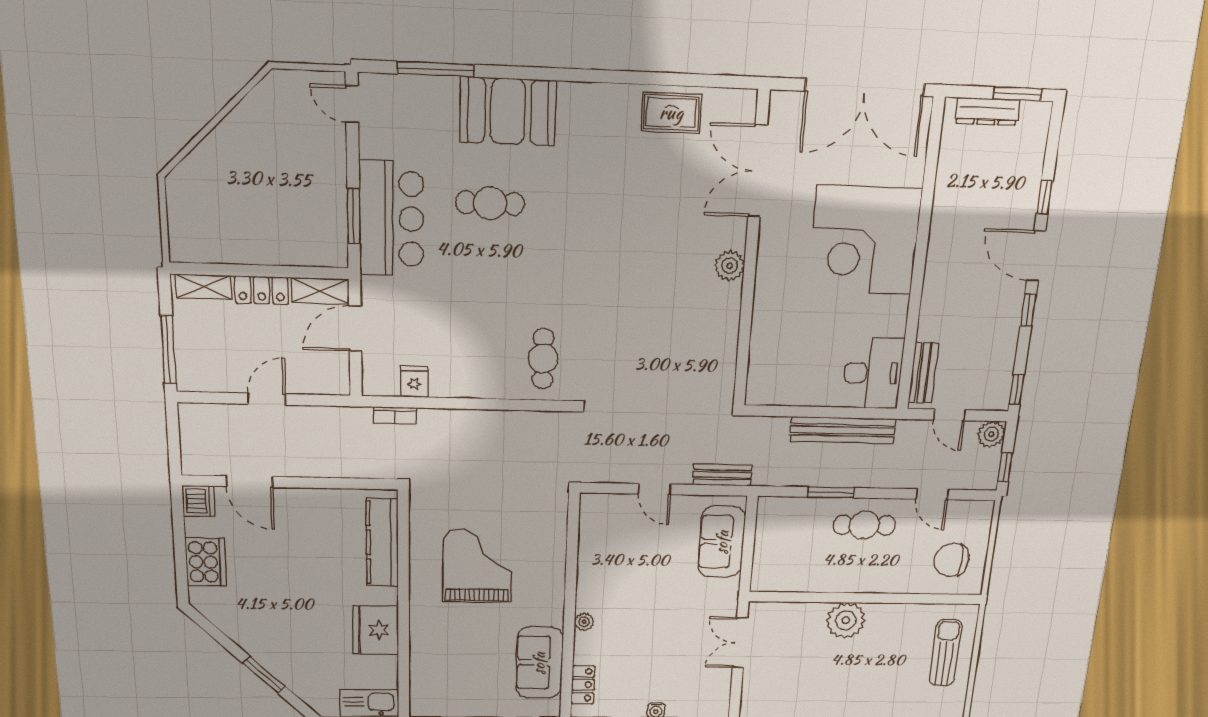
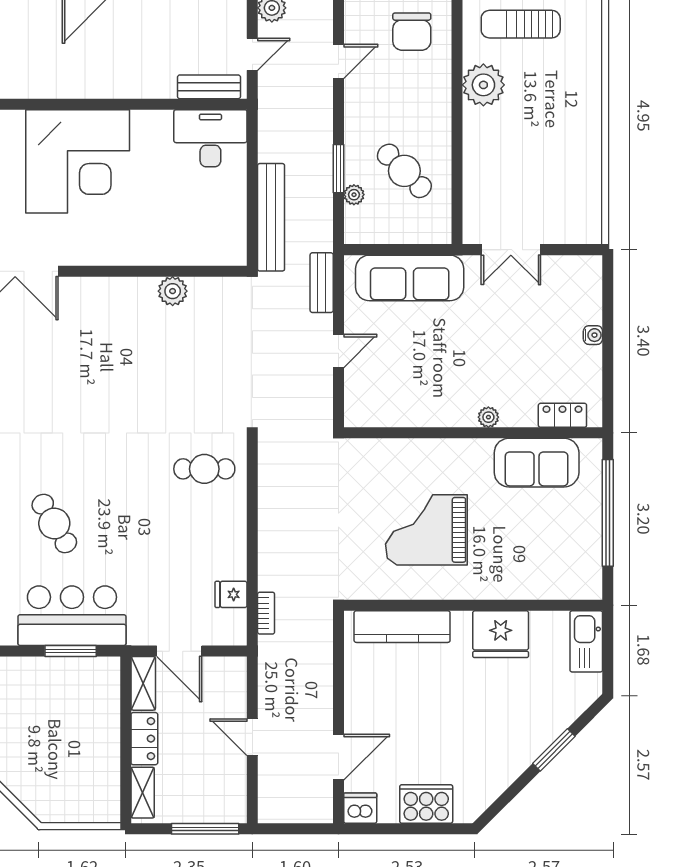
cafe table: (490, 203) -> (54, 524), turned -31
plant: (730, 266) -> (173, 291), moved
bench: (843, 430) -> (271, 217), moved
plant: (804, 506) -> (354, 195), added
cafe table: (864, 525) -> (404, 171), moved, turned -45
sofa: (722, 542) -> (410, 278), width x1.36
plant: (846, 620) -> (483, 85), moved

